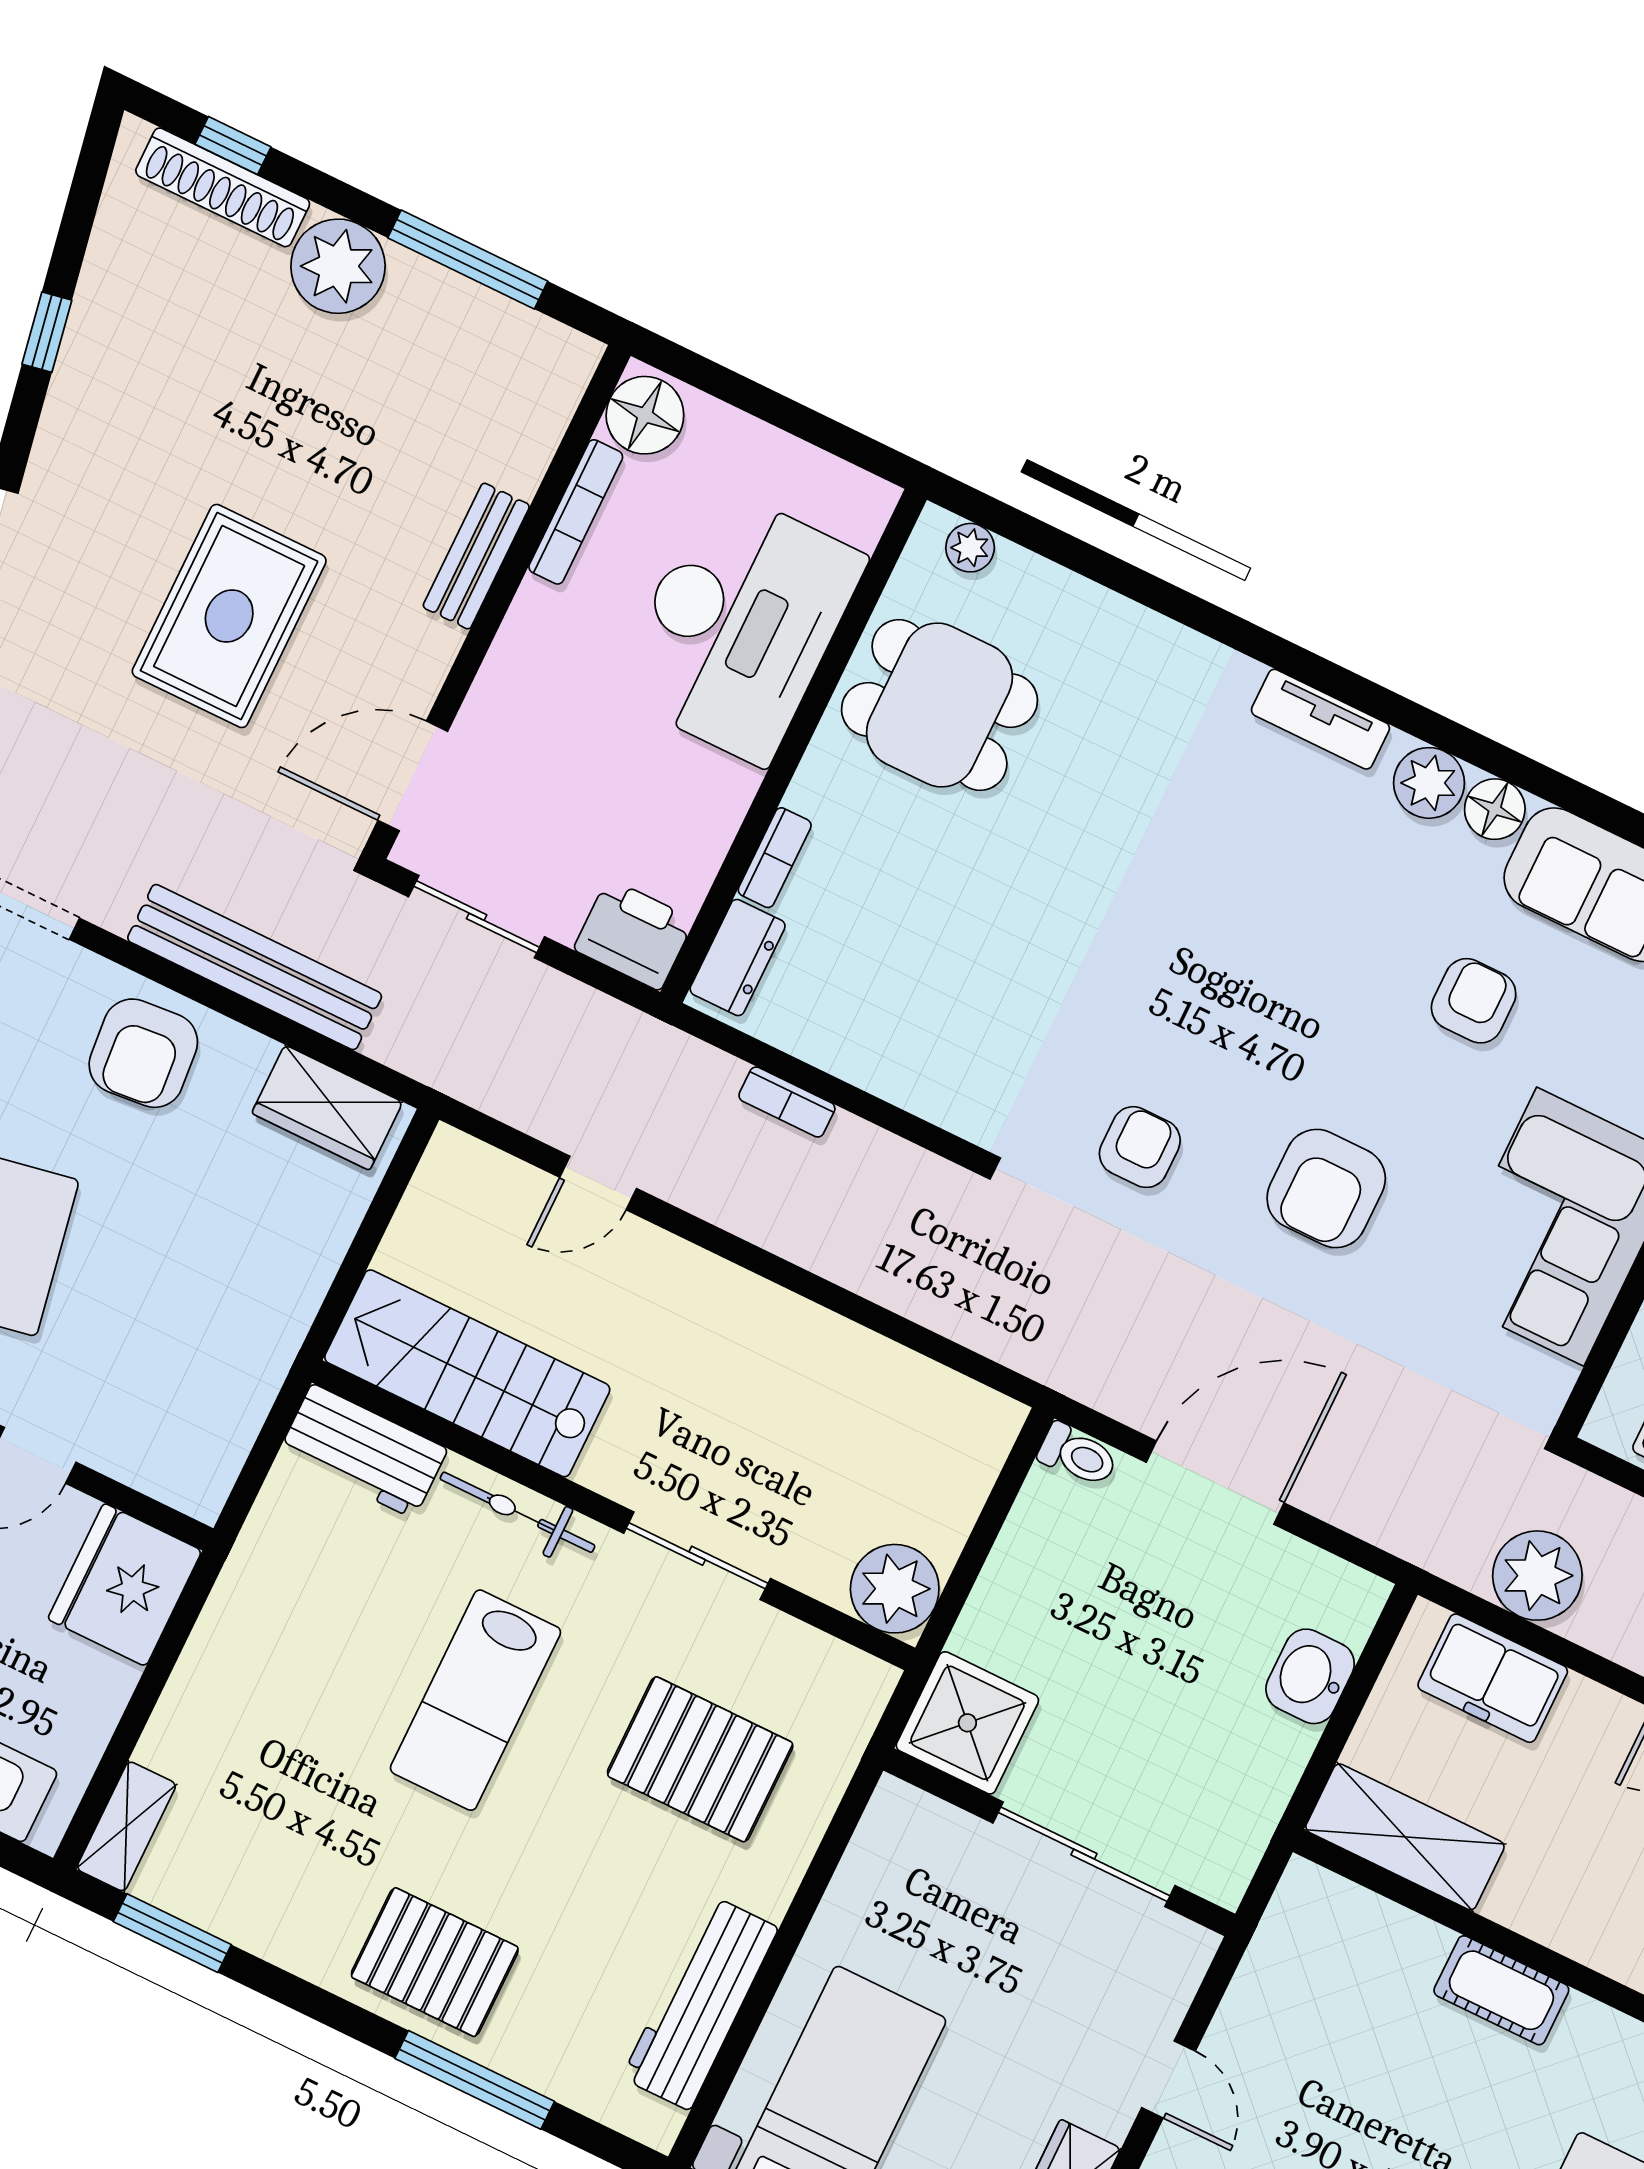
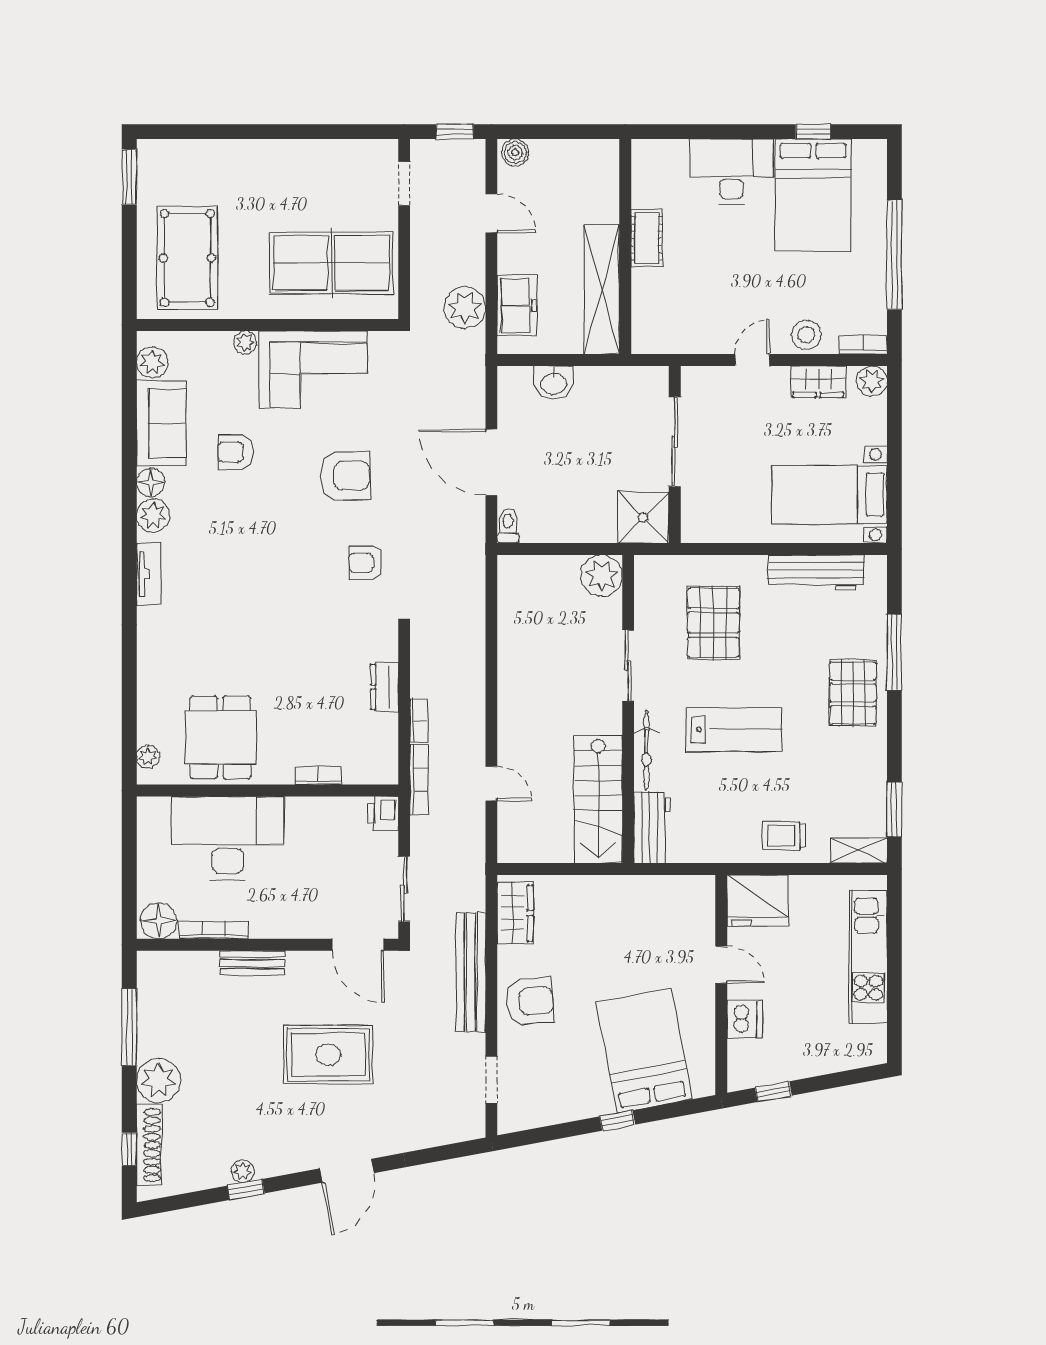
plant: (85, 343) -> (243, 1171), added
printer: (634, 934) -> (383, 813), width x0.73, depth x0.81
dresser: (738, 958) -> (384, 687), moved, turned -90
bookcase: (673, 1047) -> (419, 780), added
trolley: (225, 1697) -> (784, 836), added
shelving: (1405, 1837) -> (602, 289), width x1.47

